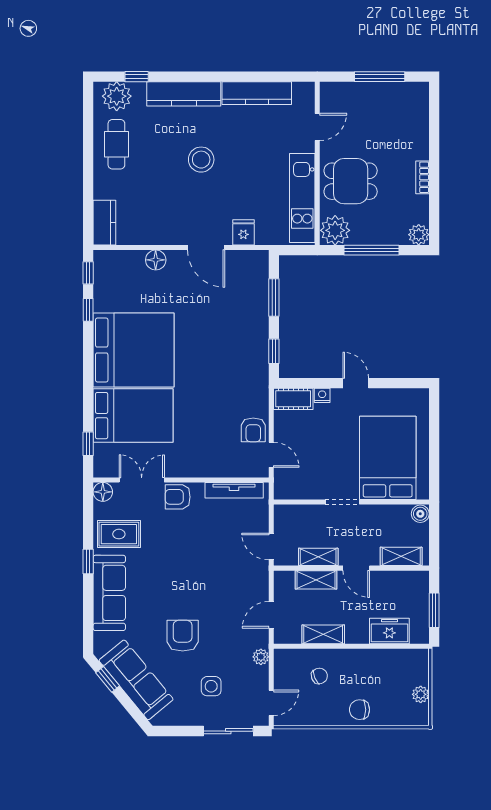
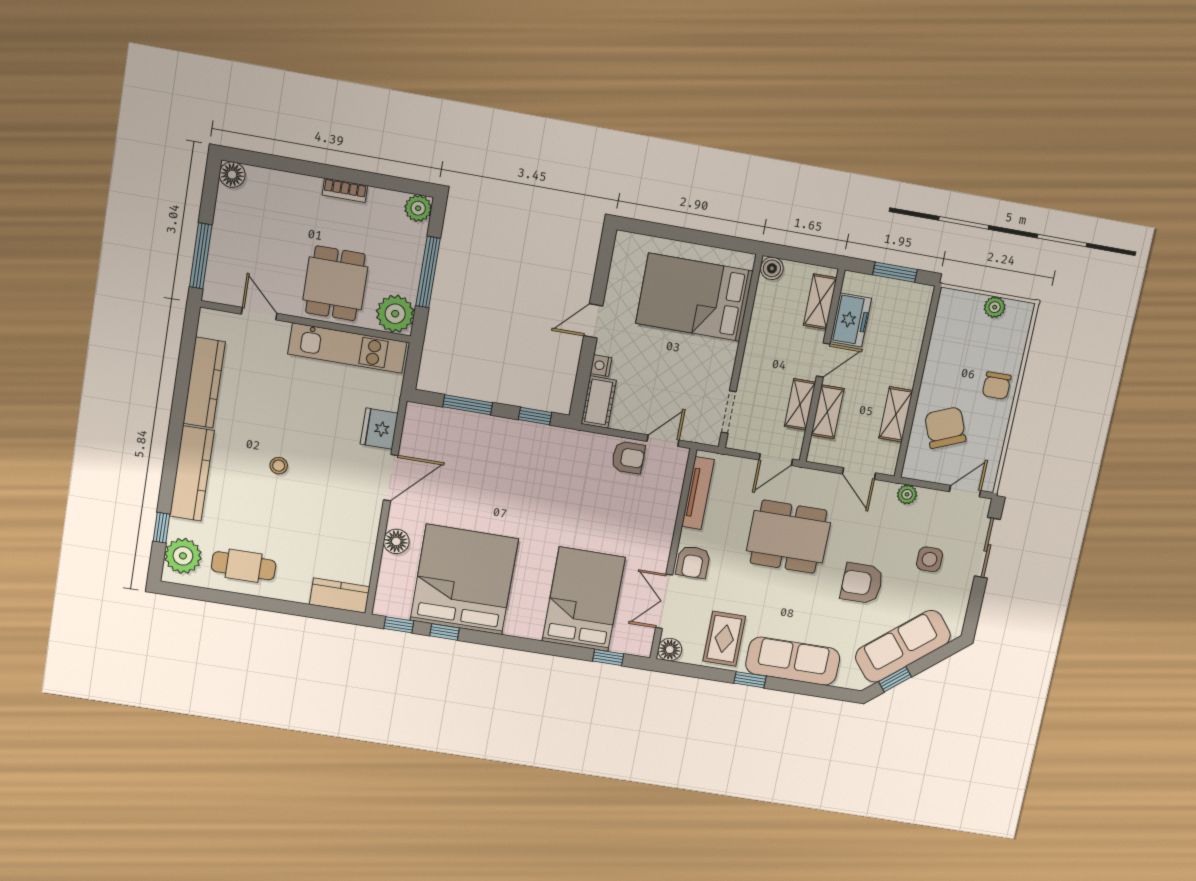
window: (380, 77) -> (201, 256), moved
floor lamp: (419, 91) -> (232, 175), added
stool: (201, 160) -> (279, 466), width x0.53, depth x0.53
fridge: (243, 232) -> (379, 429), width x1.38
bed: (134, 350) -> (464, 580), moved
doorway: (342, 502) -> (729, 412), moved
dining table: (211, 569) -> (788, 537), added
freezer: (389, 631) -> (851, 320), moved, turned 180
chair: (319, 676) -> (945, 428), width x1.87, depth x1.87
door: (271, 703) -> (965, 491), hinge flipped

